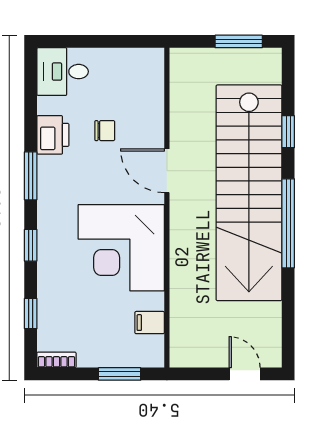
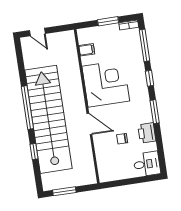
window: (31, 314) -> (145, 45), width x2.17
window: (120, 374) -> (108, 21), moved

